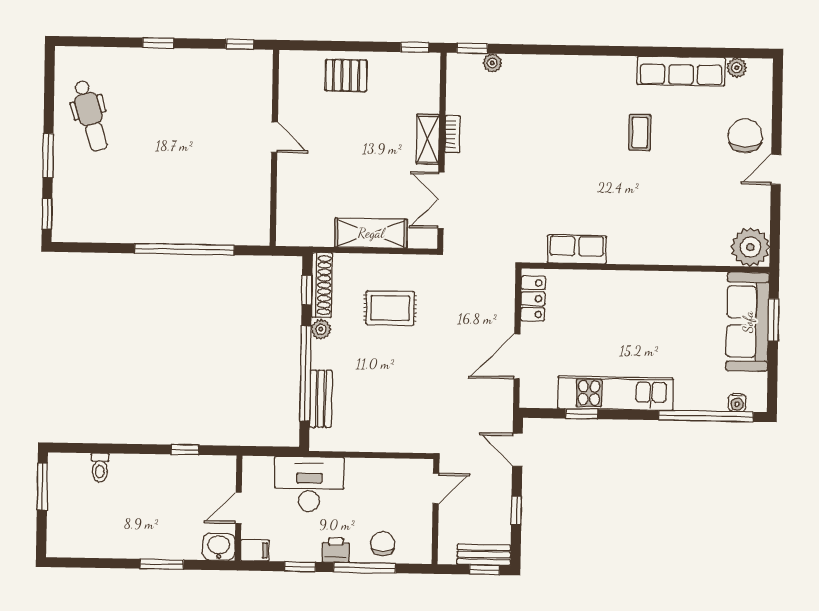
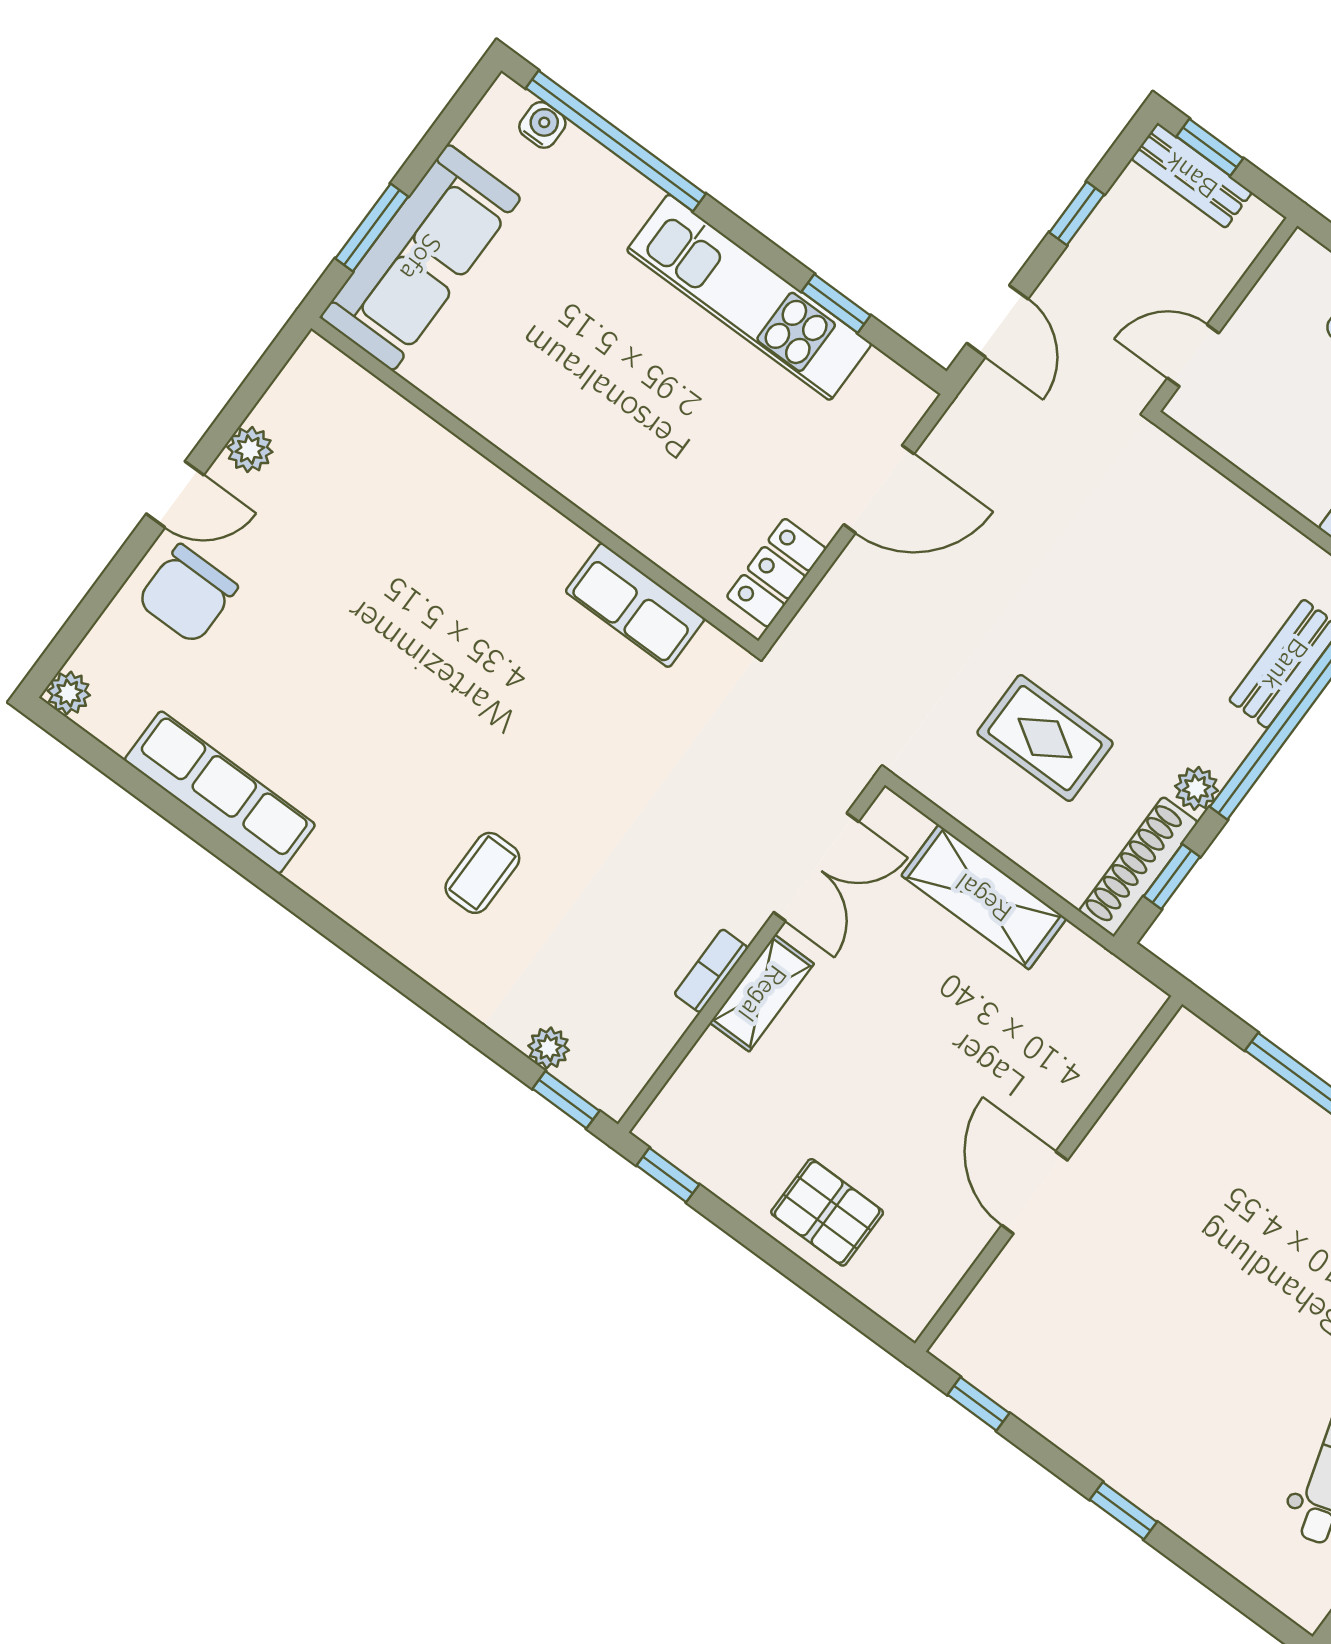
plant: (737, 68) -> (69, 693), moved
coffee table: (640, 132) -> (482, 873), moved
door: (275, 137) -> (1035, 1193), width x1.38
plant: (750, 247) -> (250, 450), moved, width x0.53, depth x0.53

